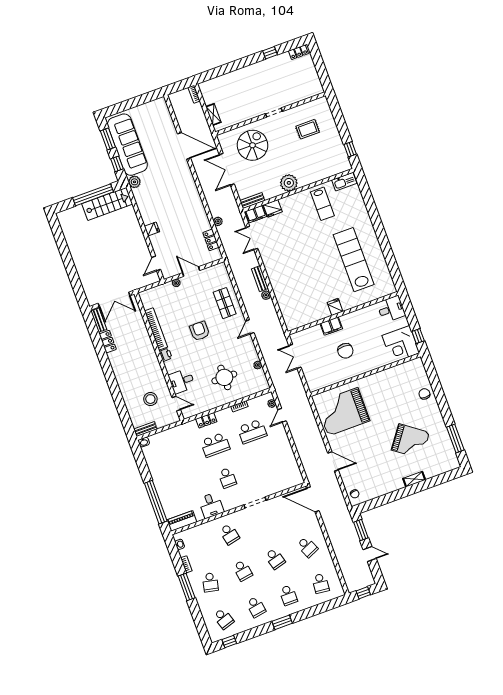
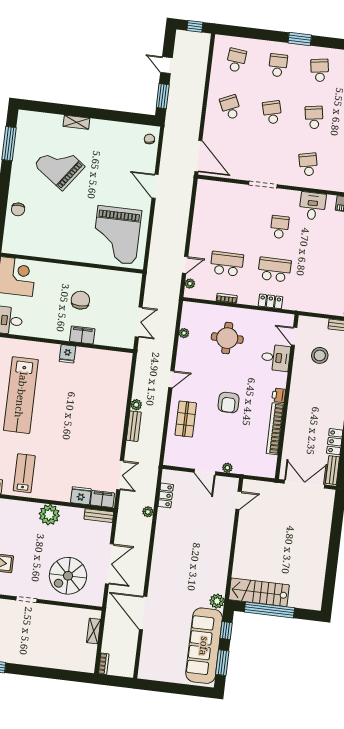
fridge: (152, 229) -> (224, 540), removed
grand piano: (343, 412) -> (117, 235), turned 90

